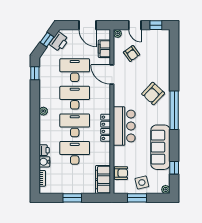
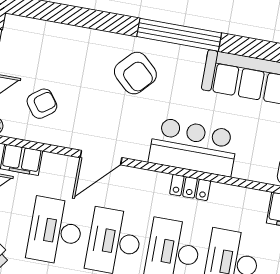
door: (112, 74) -> (101, 158), moved
locker: (106, 128) -> (190, 187), width x0.66

